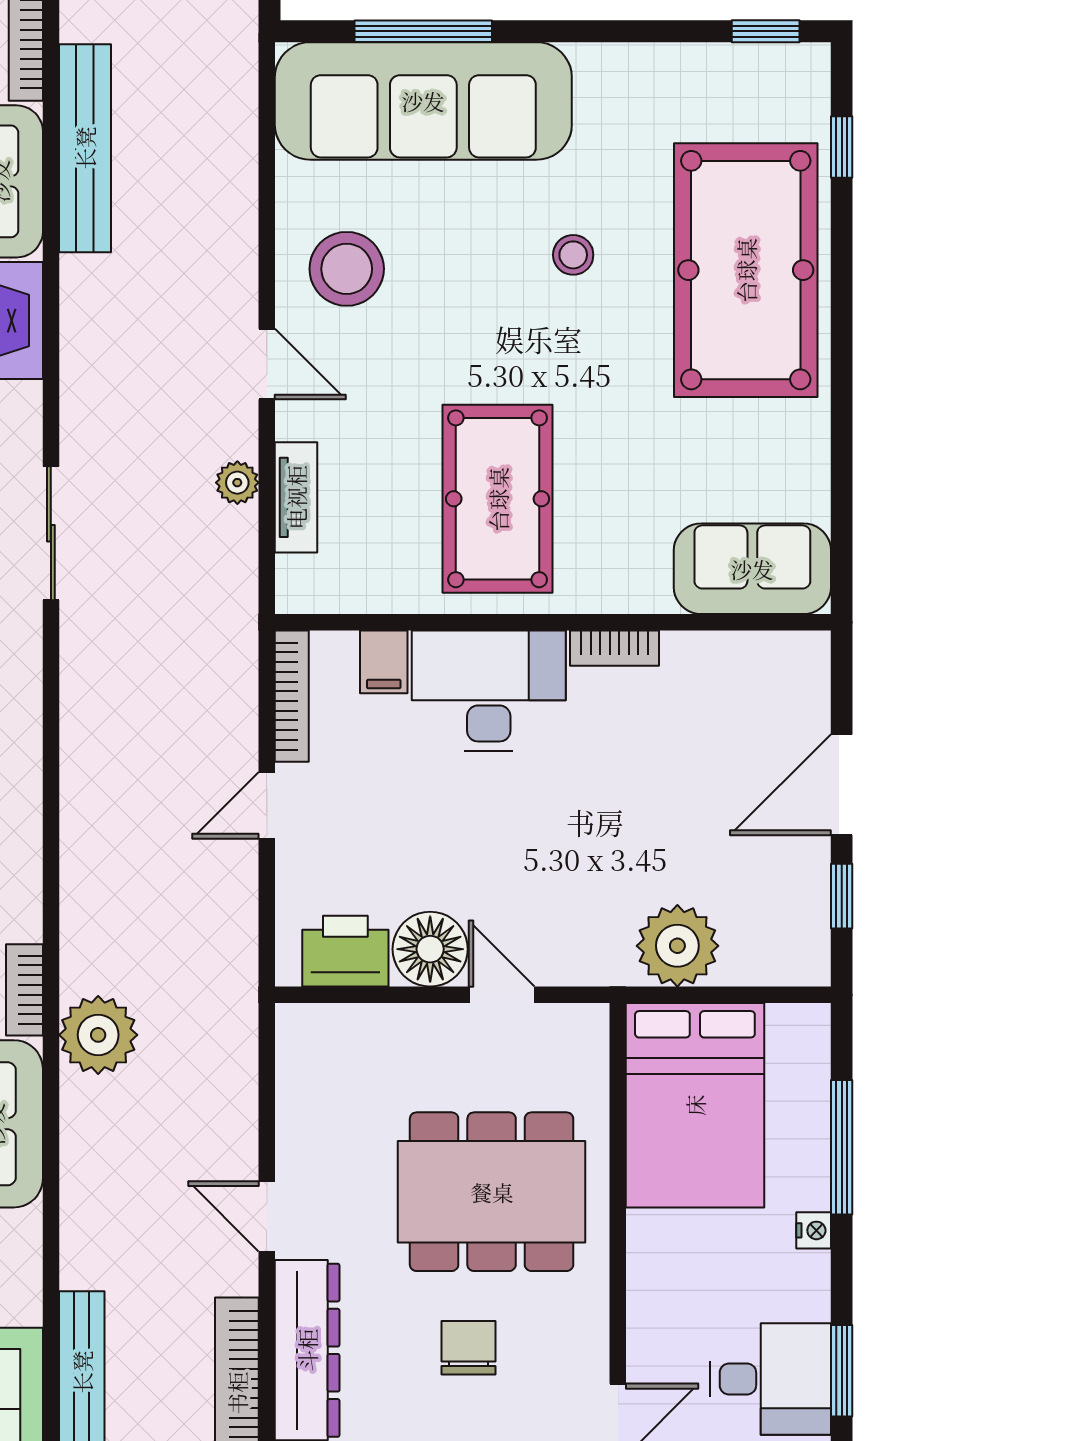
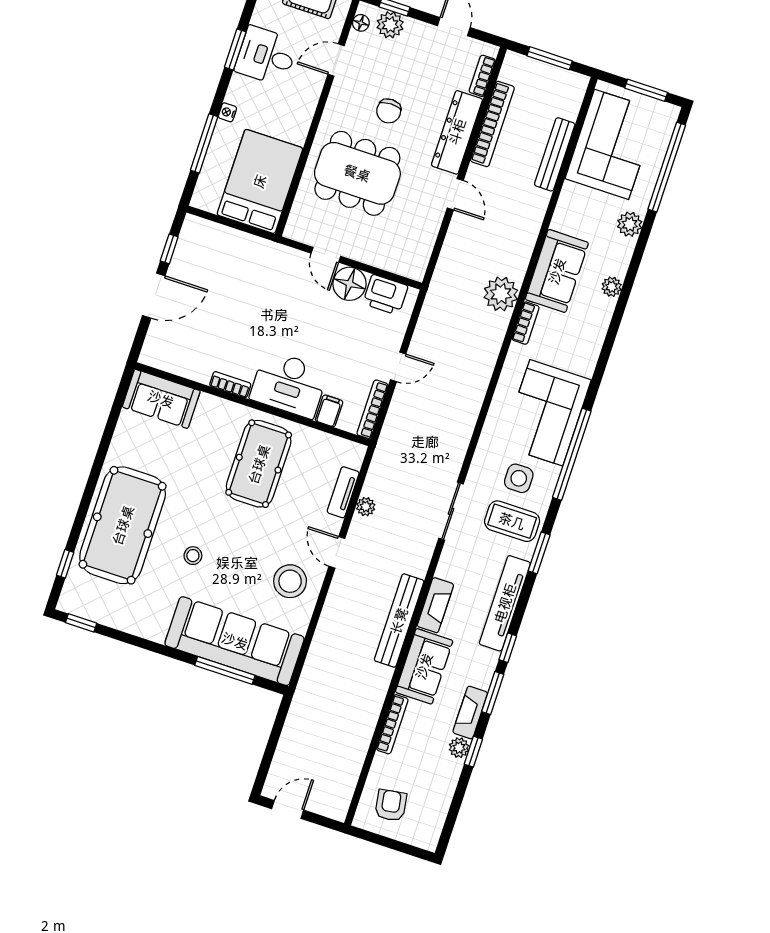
bench: (85, 148) -> (399, 621), moved
plant: (677, 946) -> (245, 251), removed

